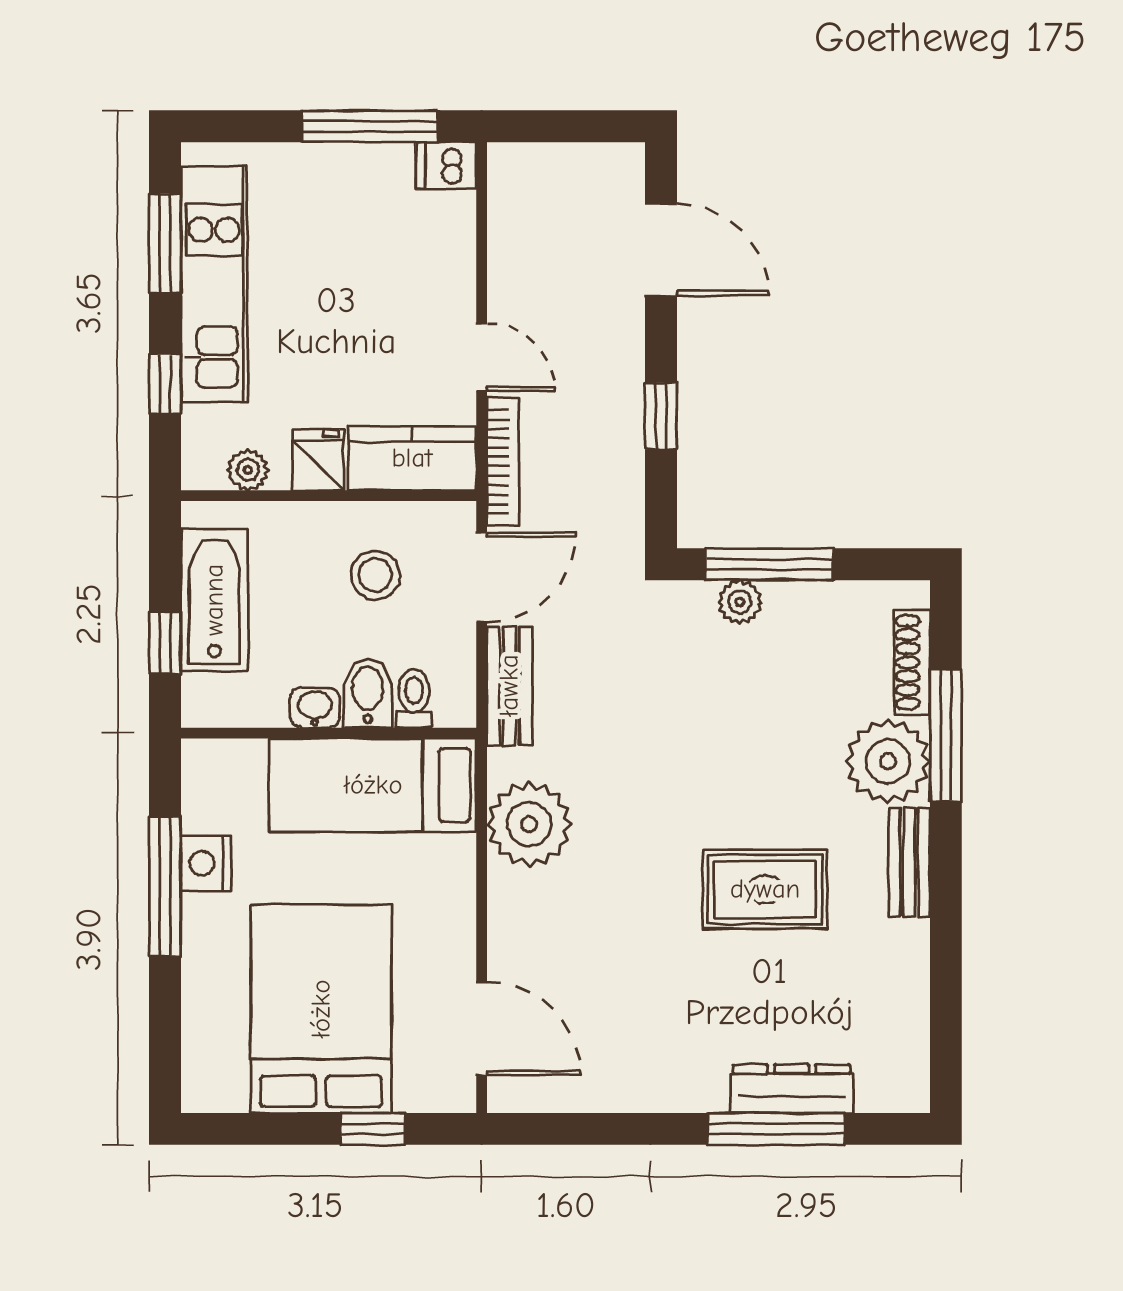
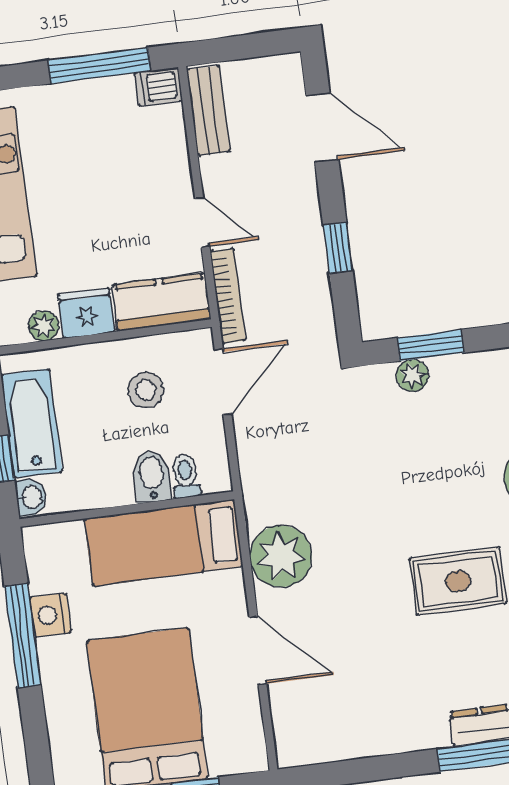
fridge: (318, 460) -> (86, 313), width x1.38
window: (770, 564) -> (431, 345), width x0.69
bench: (509, 686) -> (208, 111), moved
washbasin: (315, 708) -> (31, 497), moved, turned 90
door: (482, 1029) -> (258, 651), moved

